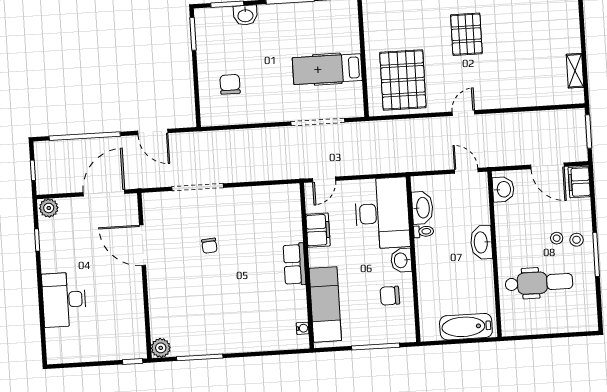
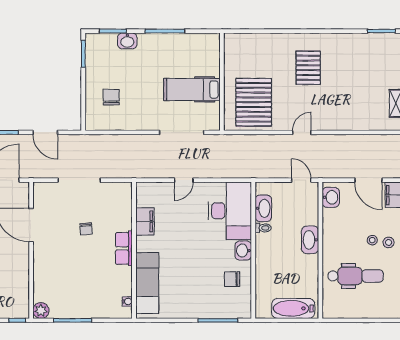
filing cabinet: (318, 230) -> (145, 221), moved
row of seats: (294, 264) -> (124, 248), moved
wall: (307, 266) -> (134, 250), moved
exam couch: (325, 304) -> (147, 283), moved
water cooler: (303, 328) -> (127, 302), moved

